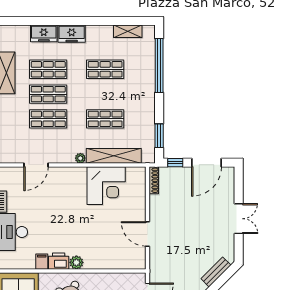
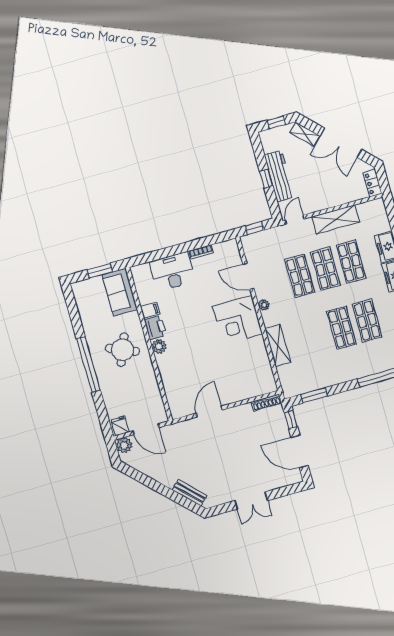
shop shelf: (105, 119) -> (341, 328), moved
shelving: (114, 156) -> (278, 345), width x0.68
plant: (80, 158) -> (264, 305), moved
corner desk: (106, 186) -> (238, 320), moved

